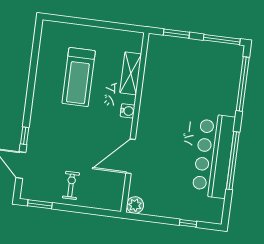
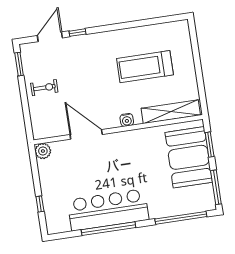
booth: (183, 59) -> (189, 157), added
shelving: (131, 73) -> (171, 112), width x1.47

